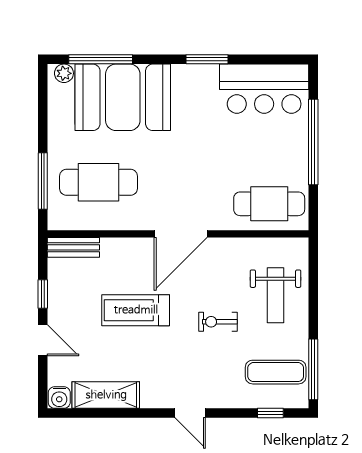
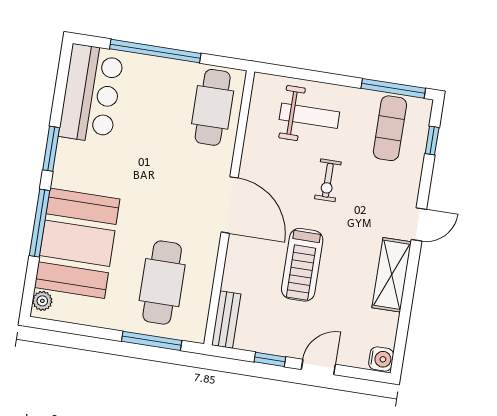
window: (101, 59) -> (39, 223), moved
shelving: (106, 395) -> (392, 275), moved

